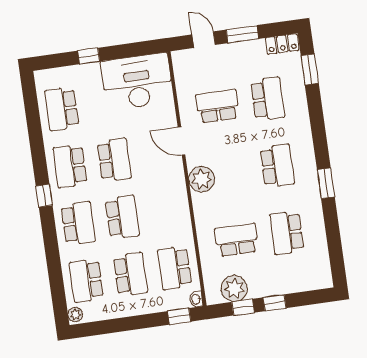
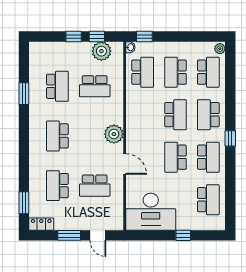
window: (326, 183) -> (24, 94), moved
school desk: (122, 217) -> (175, 115), turned 180

